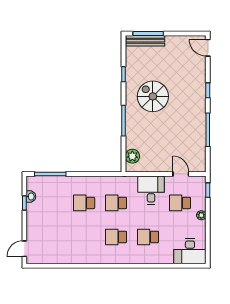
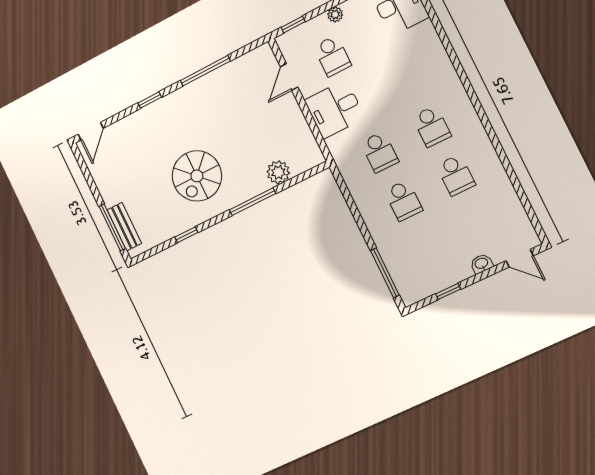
bench: (145, 41) -> (124, 227), width x0.73
plant: (132, 156) -> (278, 172), moved
washbasin: (31, 197) -> (482, 264), moved
school desk: (148, 237) -> (456, 175), moved

